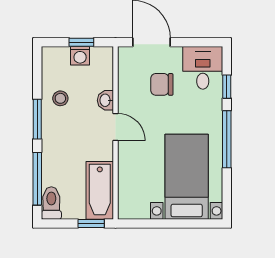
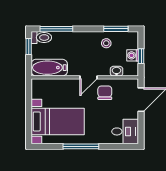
chair: (162, 84) -> (105, 93), moved
window: (227, 87) -> (114, 146), removed
washbasin: (105, 100) -> (117, 71), moved
window: (37, 119) -> (116, 29), moved
window: (91, 224) -> (29, 47), moved

